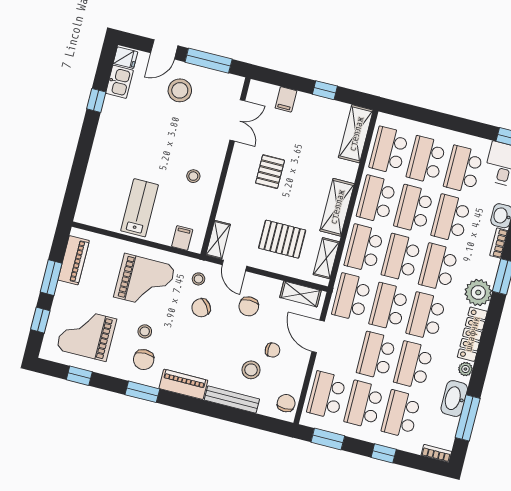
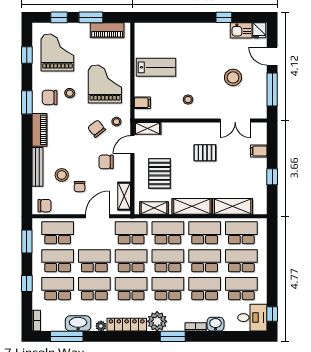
stool: (180, 90) -> (233, 77), moved
shelving: (356, 134) -> (233, 206), moved
grand piano: (145, 281) -> (105, 84), turned 180

